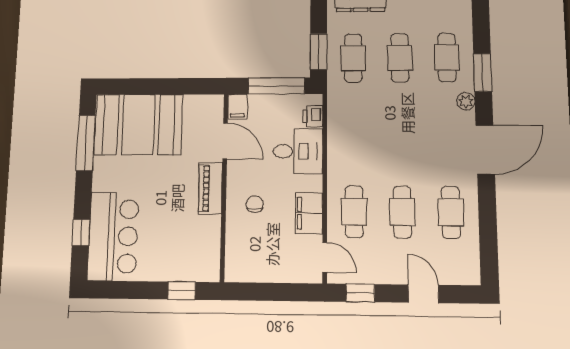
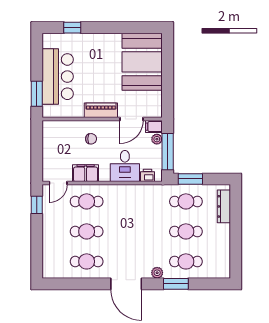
plant: (257, 102) -> (157, 139), added
window: (86, 143) -> (130, 28), removed
bar counter: (113, 236) -> (58, 77), moved, turned -90
window: (182, 291) -> (37, 94), width x1.50
door: (423, 294) -> (37, 244), removed

